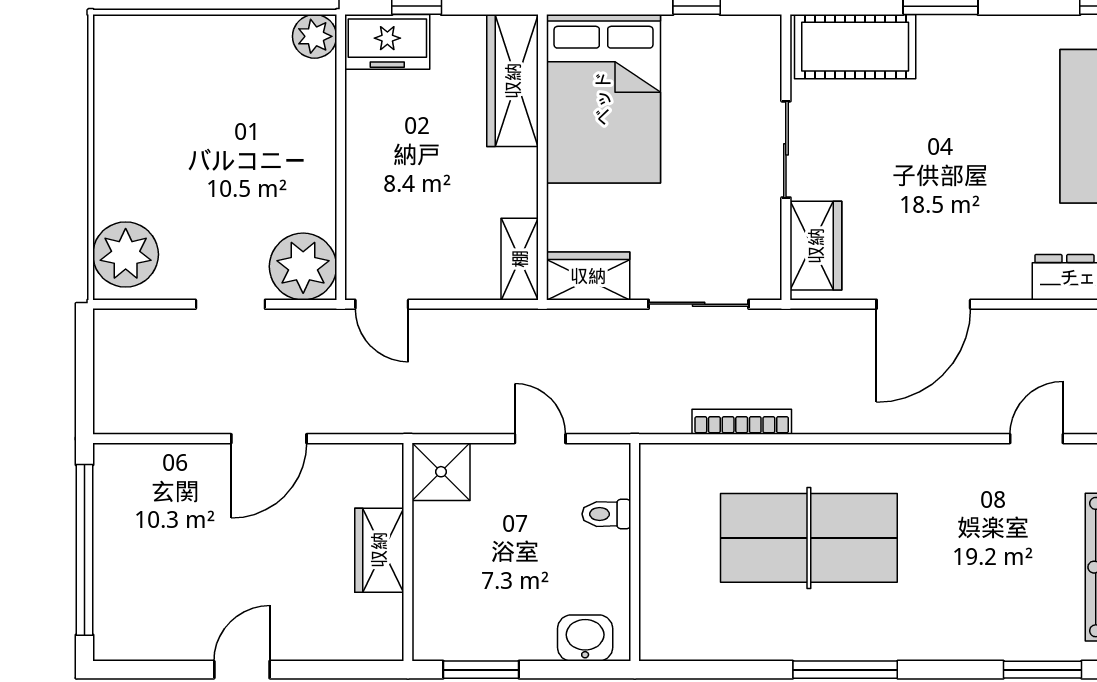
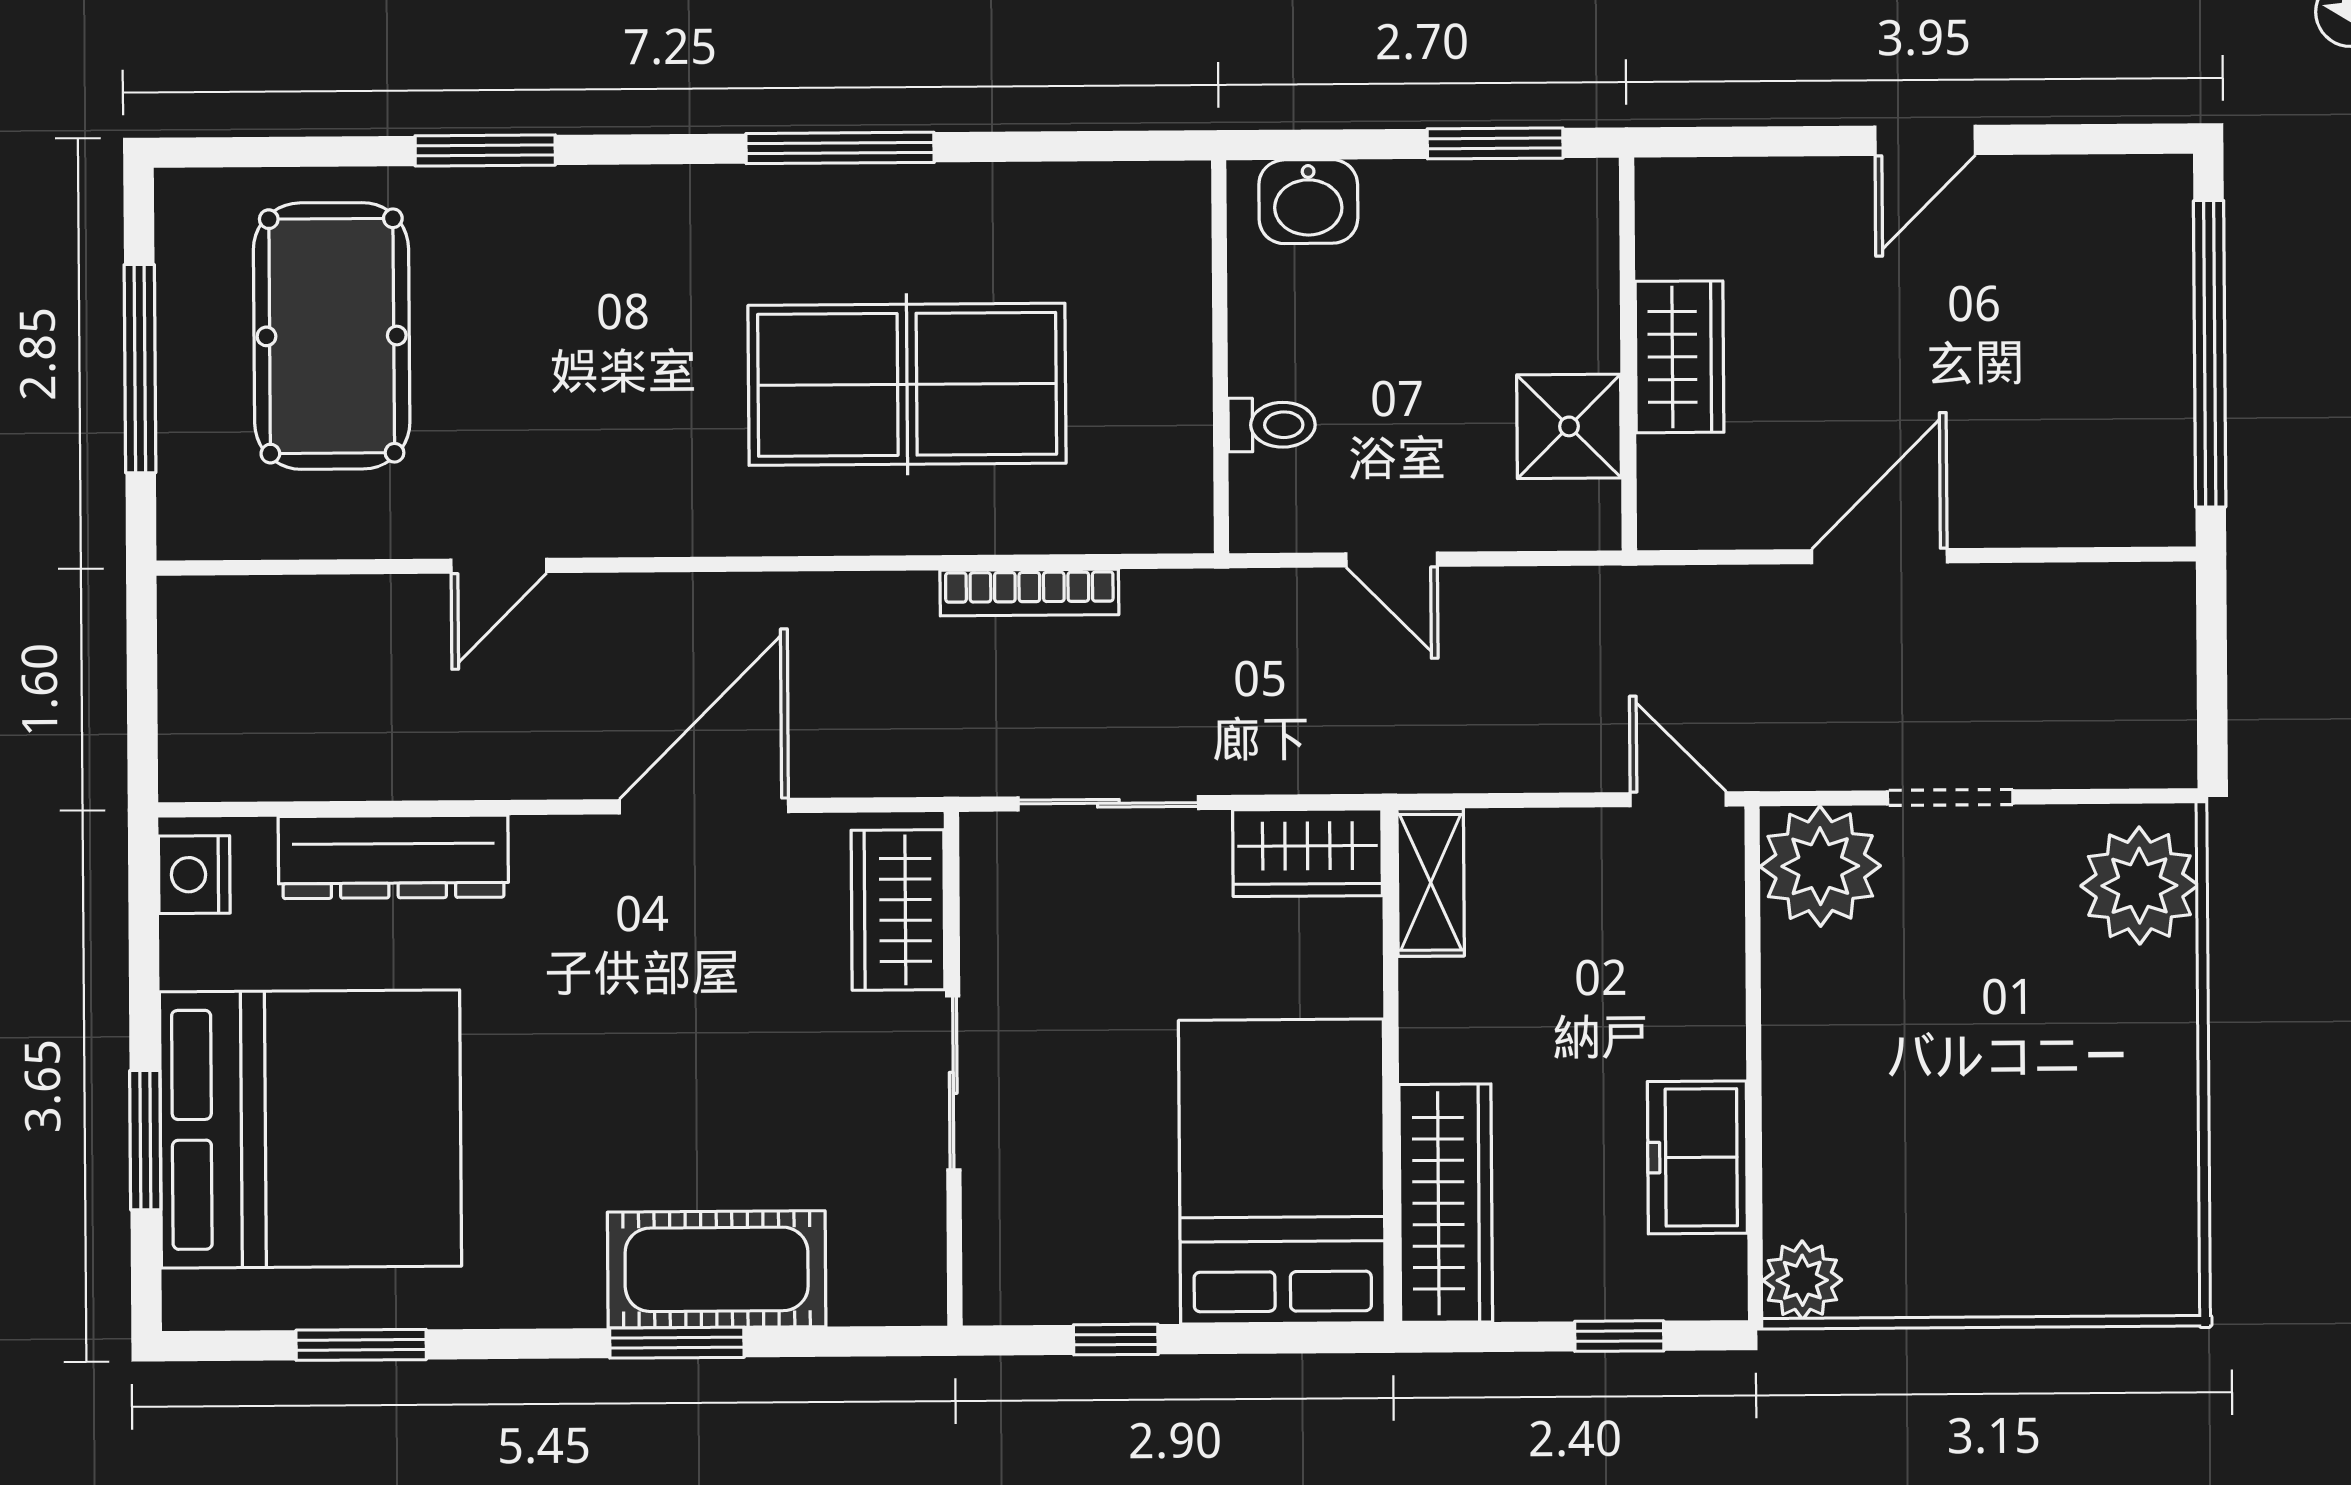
freezer: (387, 42) -> (1697, 1157), moved, turned -90
cot: (855, 47) -> (717, 1269), moved
shower: (441, 472) -> (1569, 426), moved

